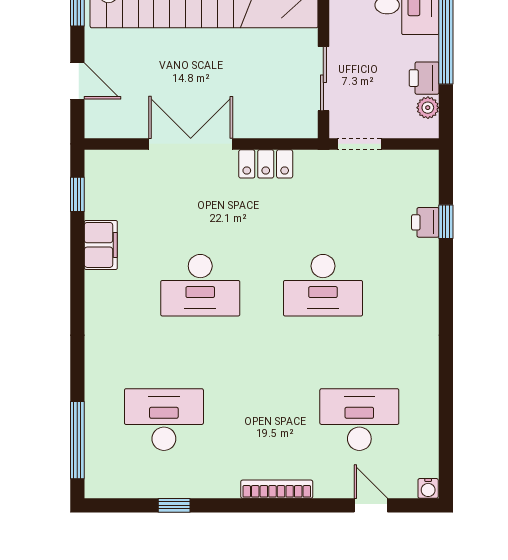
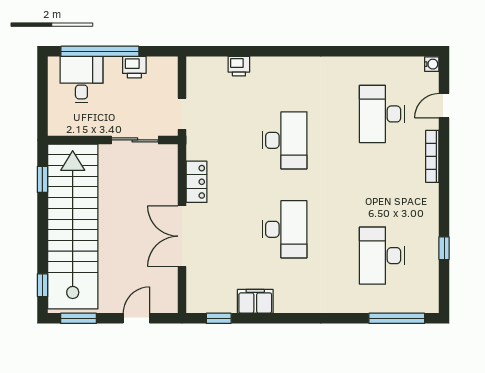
plant: (428, 108) -> (156, 64), removed
window: (446, 222) -> (238, 51), removed
bookcase: (277, 489) -> (432, 156), moved

